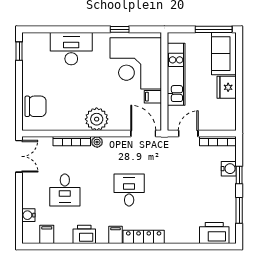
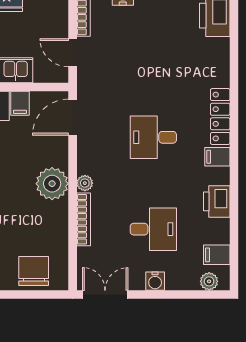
water cooler: (28, 215) -> (155, 281), moved
plant: (28, 229) -> (209, 281), added

